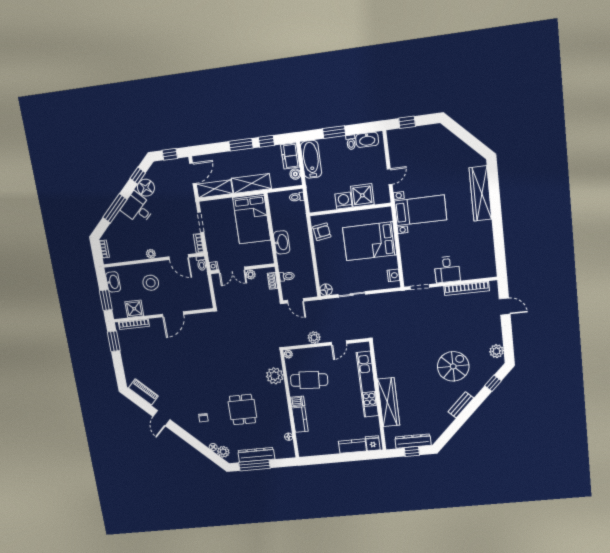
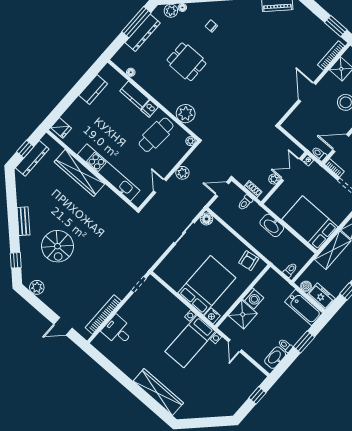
desk: (447, 269) -> (118, 331), moved
nightstand: (393, 275) -> (212, 316), moved
kitchen counter: (352, 446) -> (93, 89), moved

